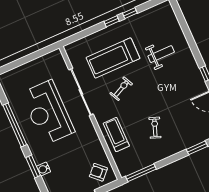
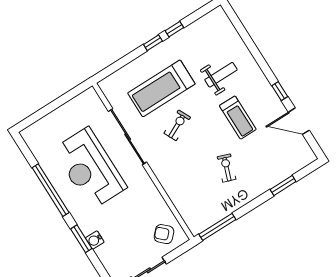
treadmill: (116, 135) -> (238, 118), moved, turned 180

